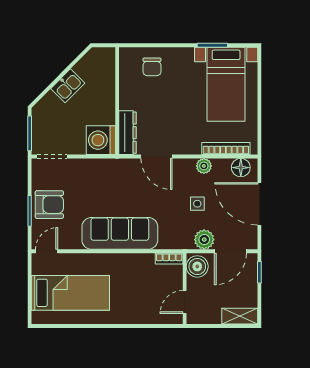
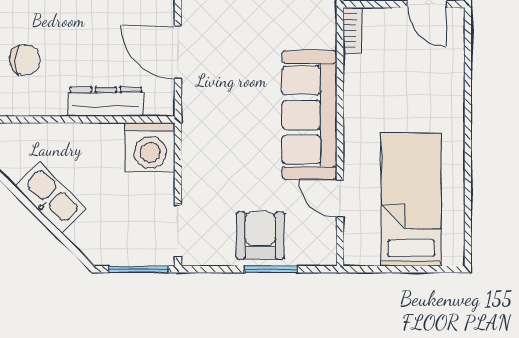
kitchen sink: (68, 86) -> (51, 198), width x1.38
dresser: (128, 133) -> (106, 102), moved
door: (156, 156) -> (178, 52), swing flipped
door: (47, 251) -> (340, 198), moved

